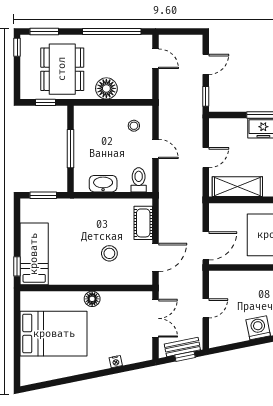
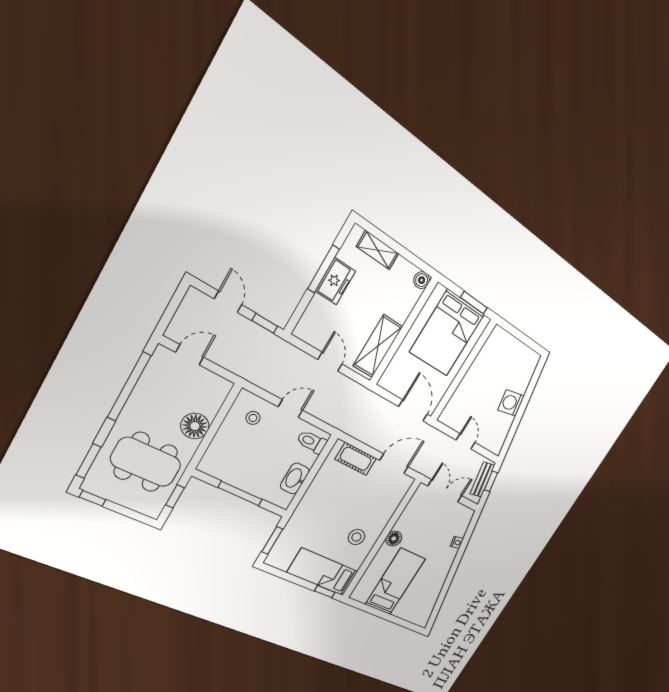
stool: (109, 253) -> (356, 537), moved
door: (155, 257) -> (394, 464), hinge flipped
bed: (54, 334) -> (395, 582), width x0.67

